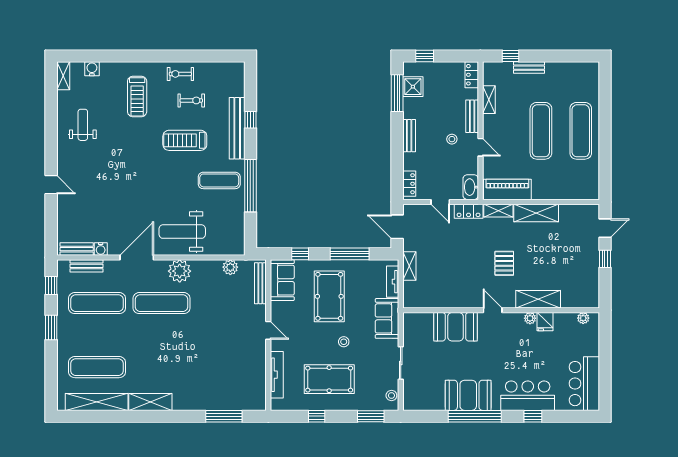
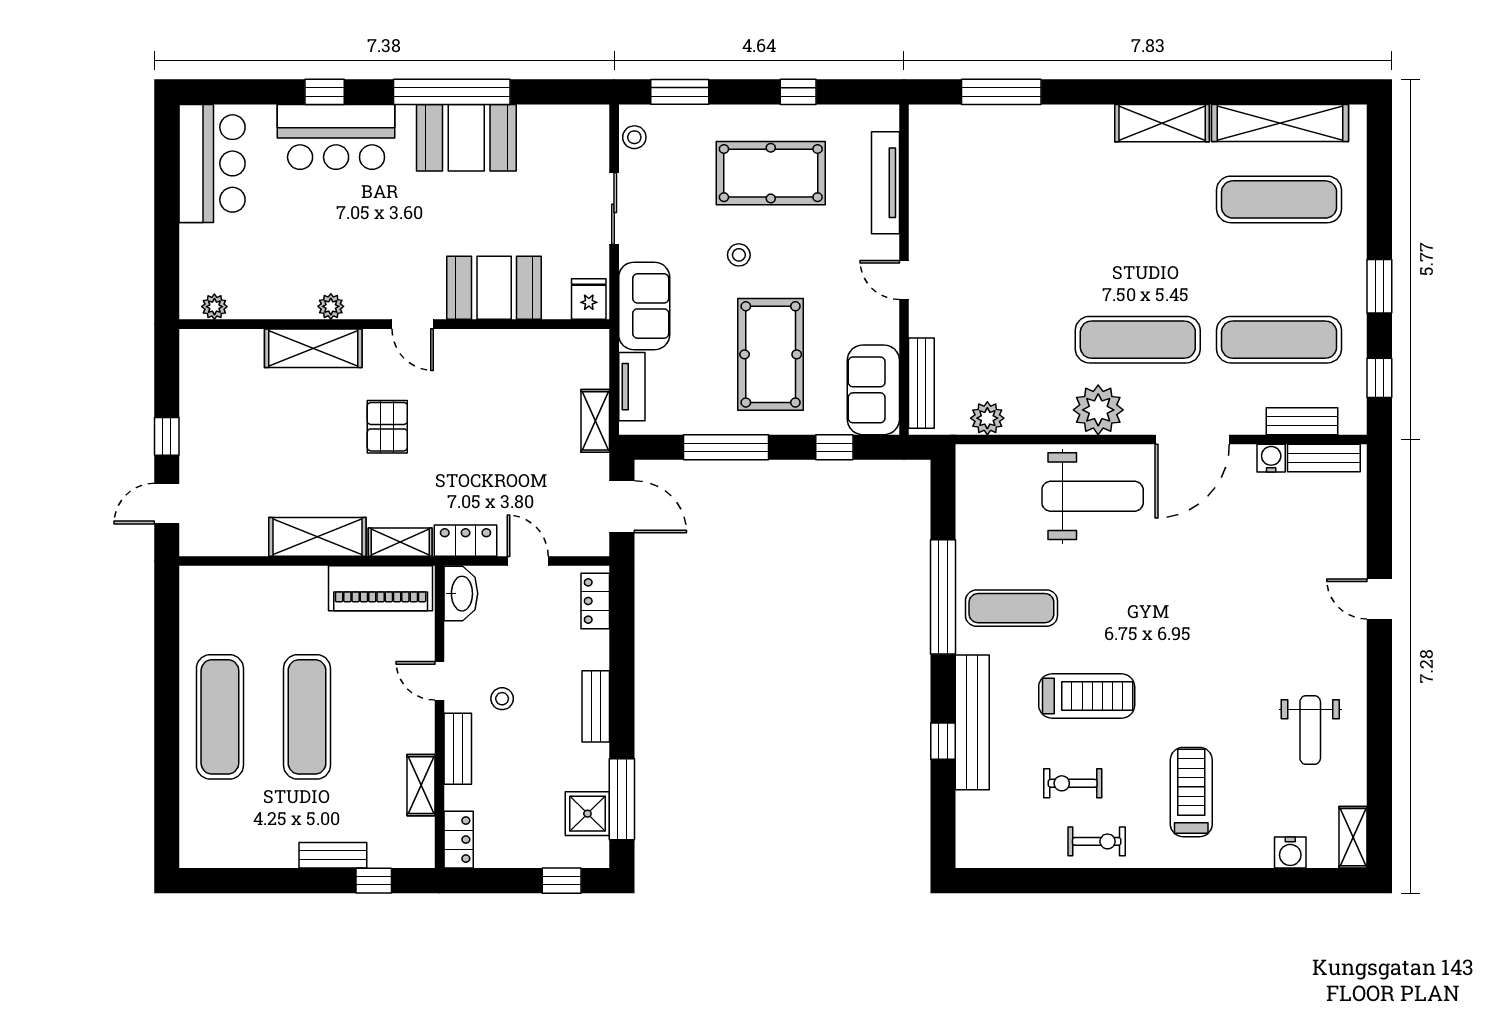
fridge: (545, 322) -> (589, 299), moved

